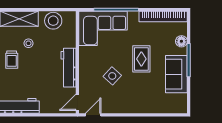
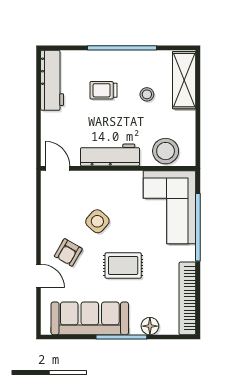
stool: (53, 21) -> (166, 151), moved
trolley: (12, 60) -> (103, 90), moved
sofa: (176, 74) -> (90, 318), width x1.36
armchair: (133, 95) -> (68, 252), added
door: (93, 115) -> (39, 276), moved

